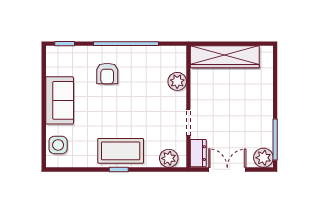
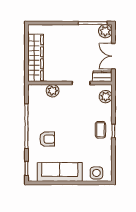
sofa: (60, 100) -> (60, 172), width x1.36
coffee table: (121, 151) -> (101, 130), width x0.54, depth x0.58

